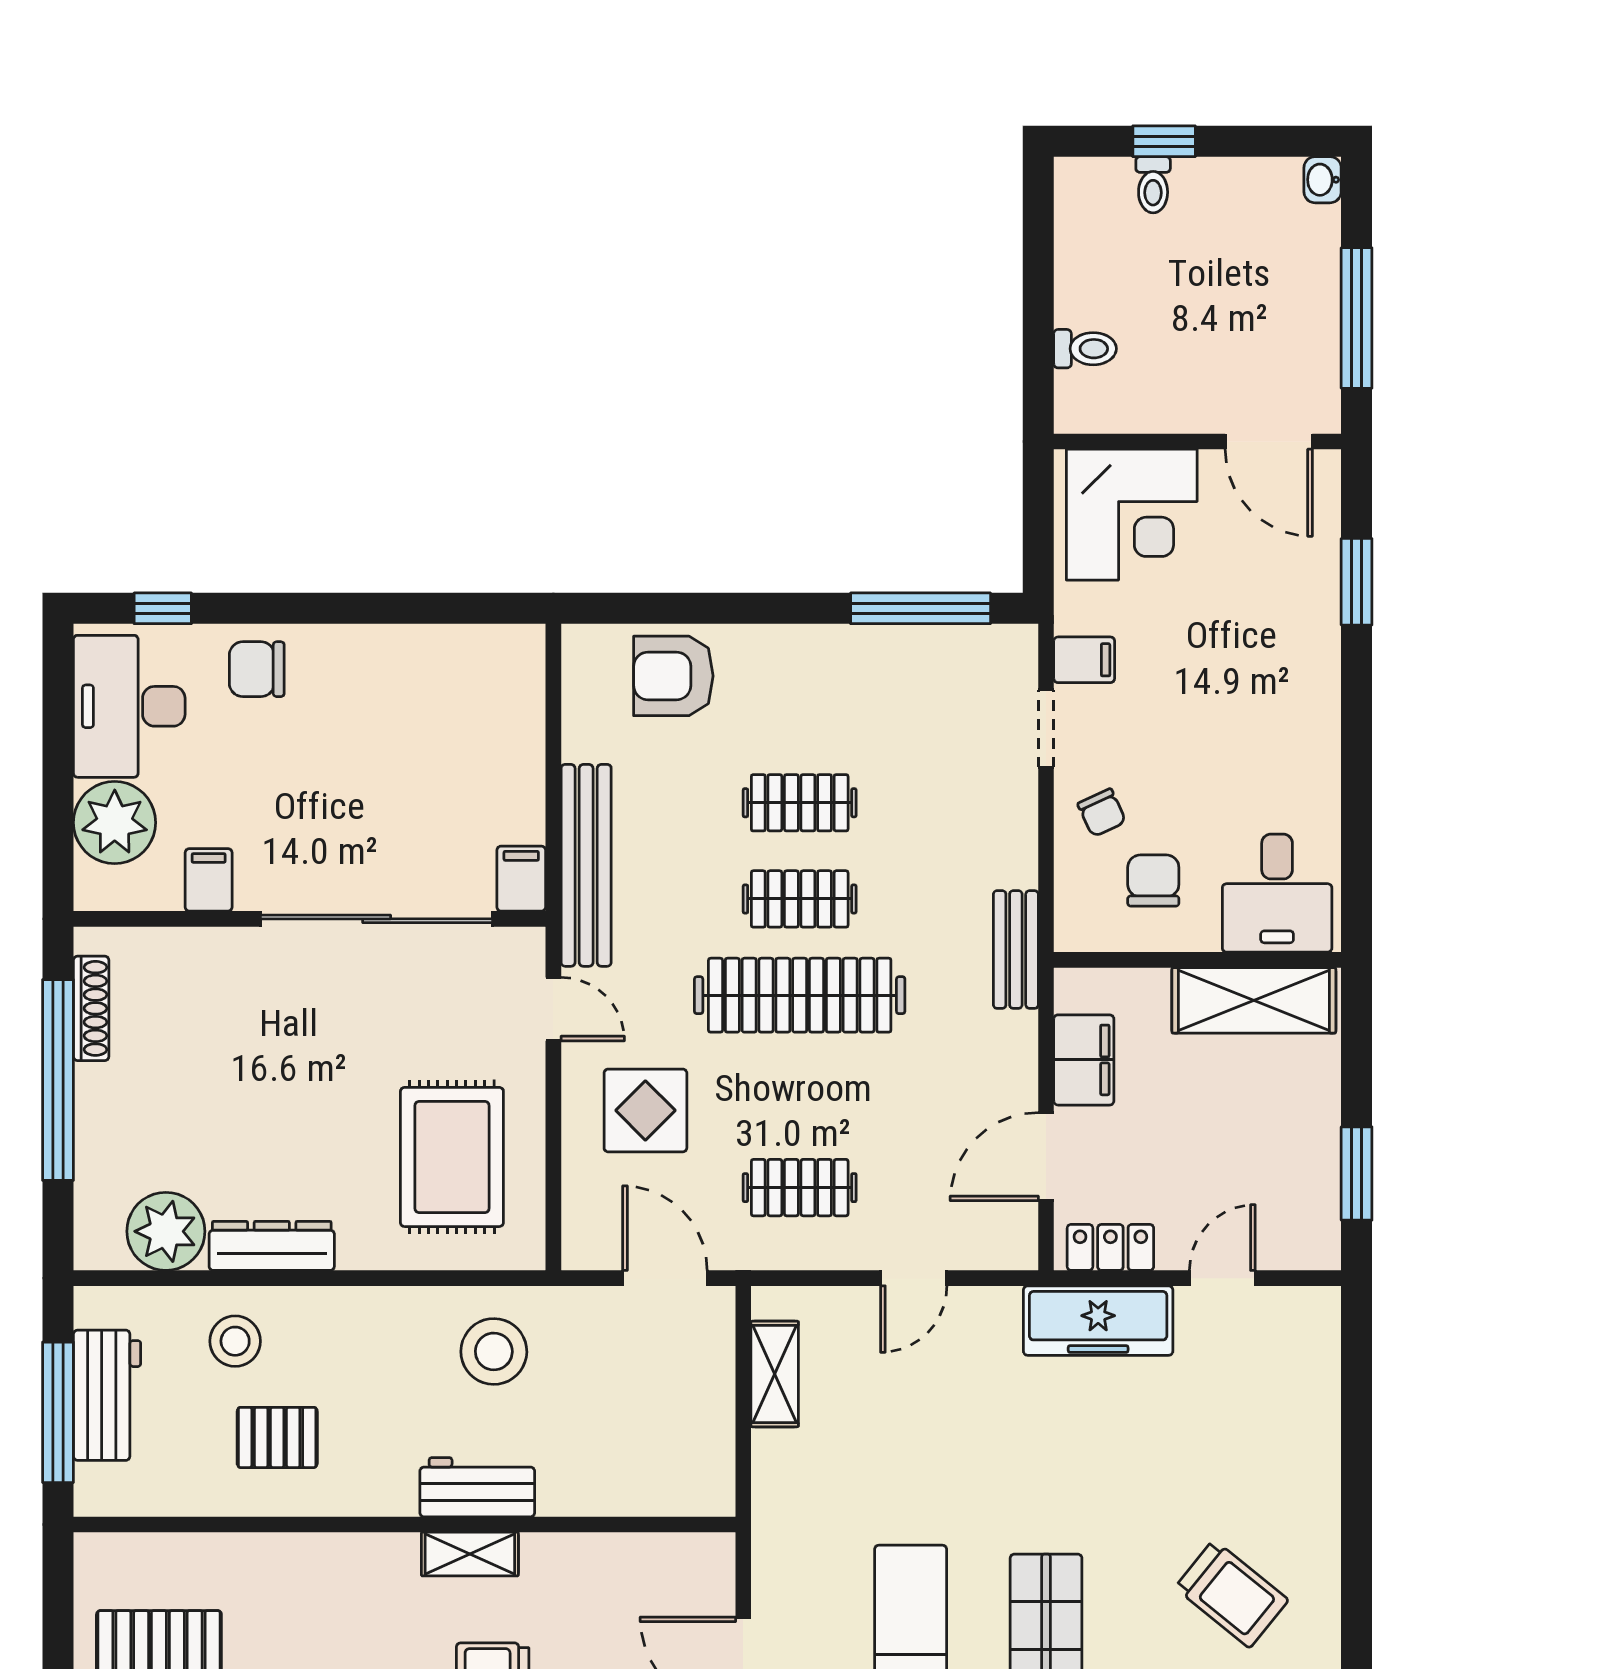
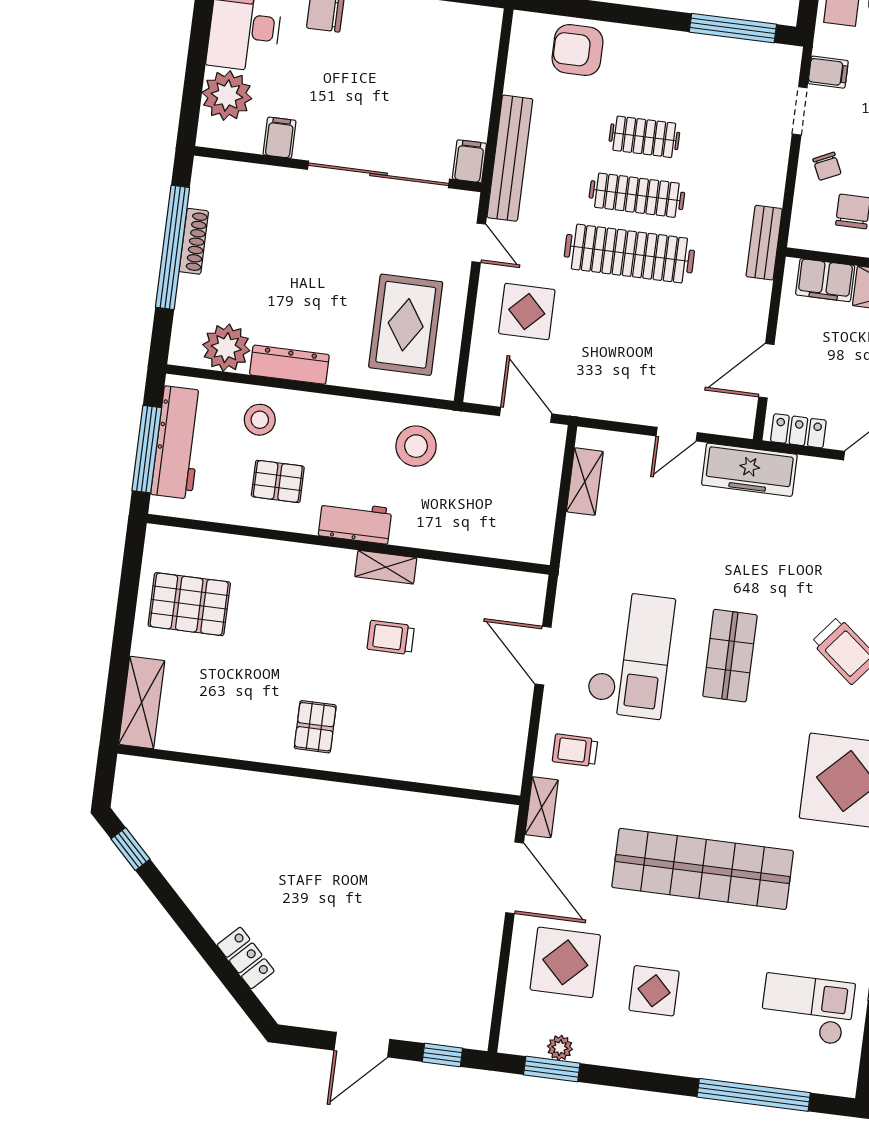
clothes rail: (800, 899) -> (637, 195), width x1.36
shoe rack: (91, 1008) -> (194, 241), moved
filing cabinet: (1084, 1060) -> (825, 280), moved, turned 90
clothes rail: (800, 1188) -> (614, 370), removed
freezer: (1098, 1321) -> (749, 470), moved
workbench: (107, 1395) -> (178, 443), width x1.38
workbench: (477, 1487) -> (355, 522), moved

